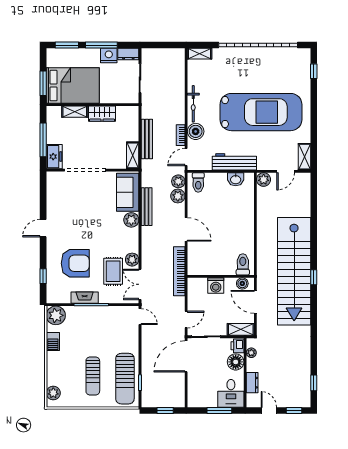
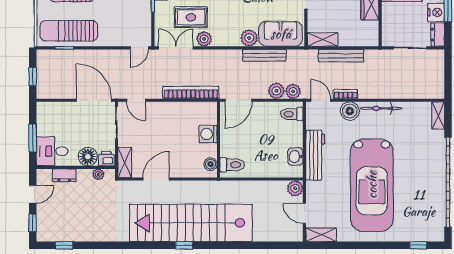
toilet: (243, 264) -> (232, 165), moved
wall: (221, 276) -> (218, 140), moved
boiler: (242, 283) -> (211, 164), moved
washing machine: (216, 286) -> (208, 134), moved

